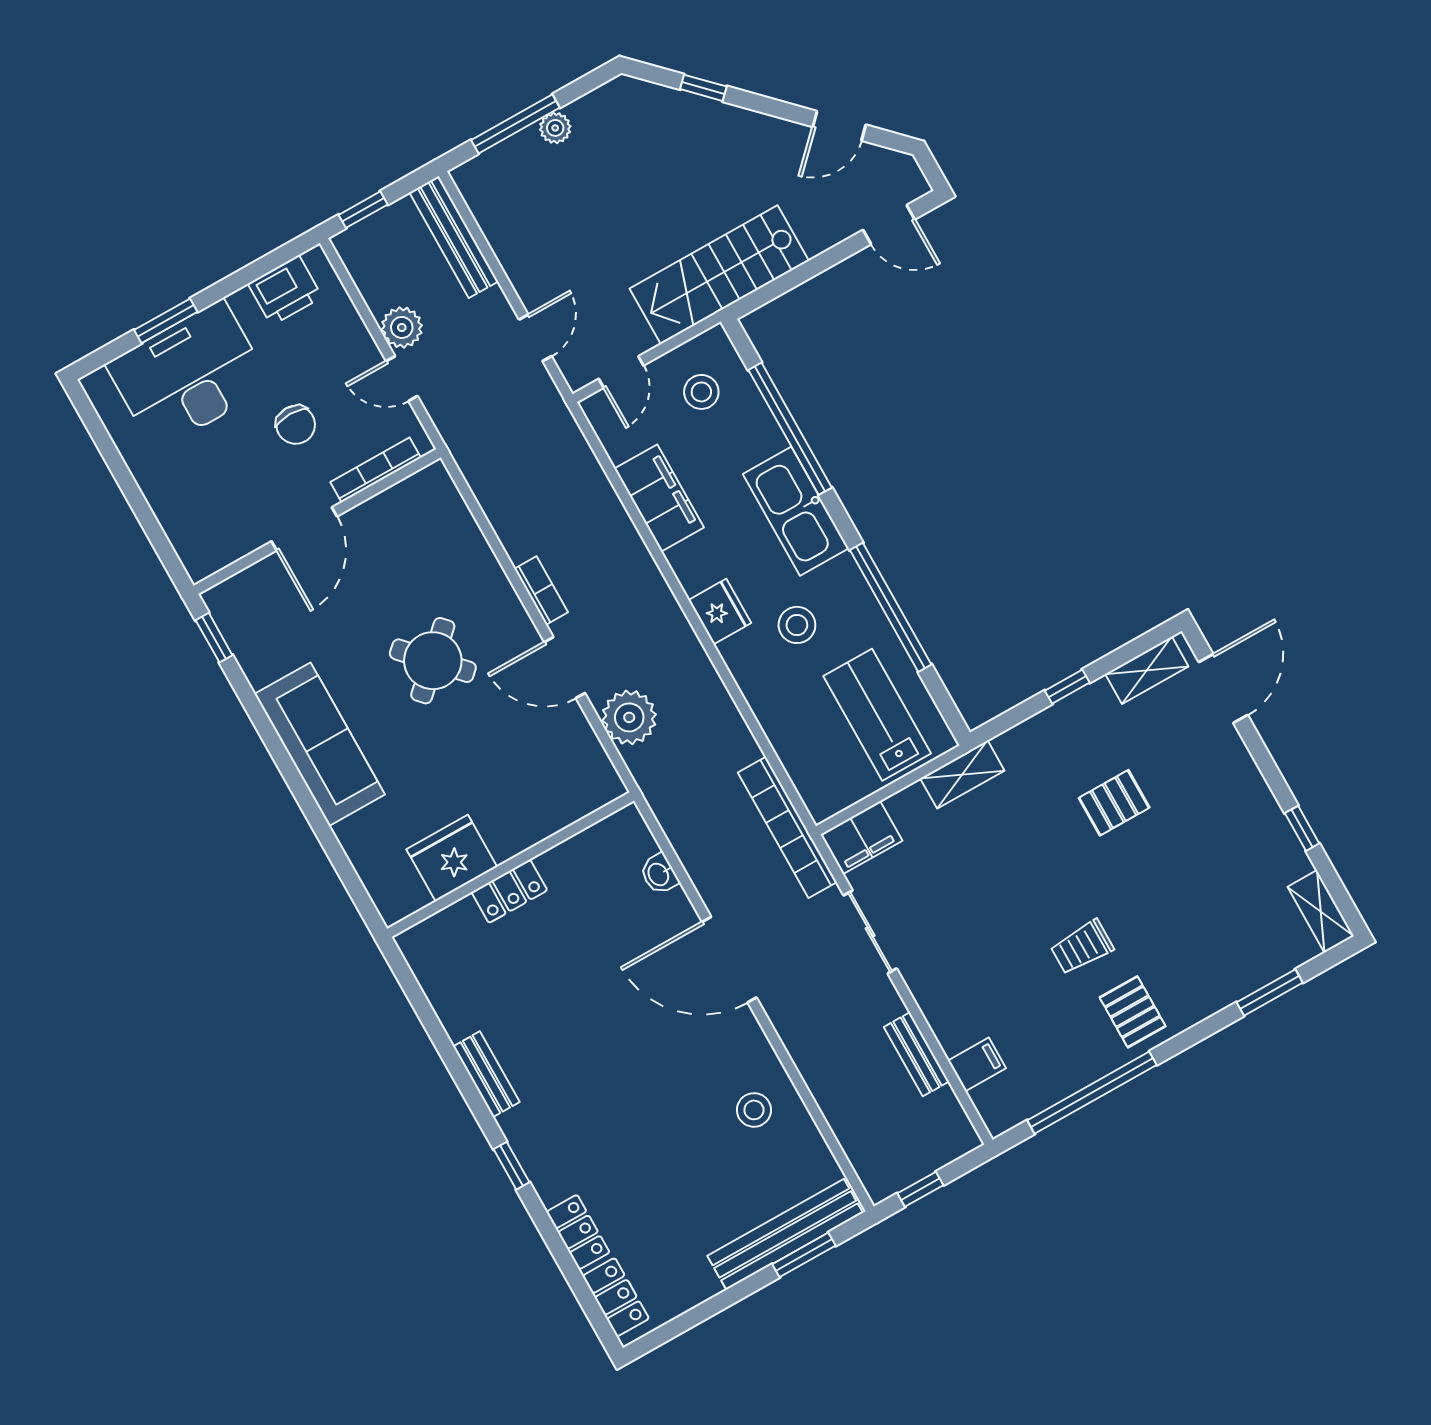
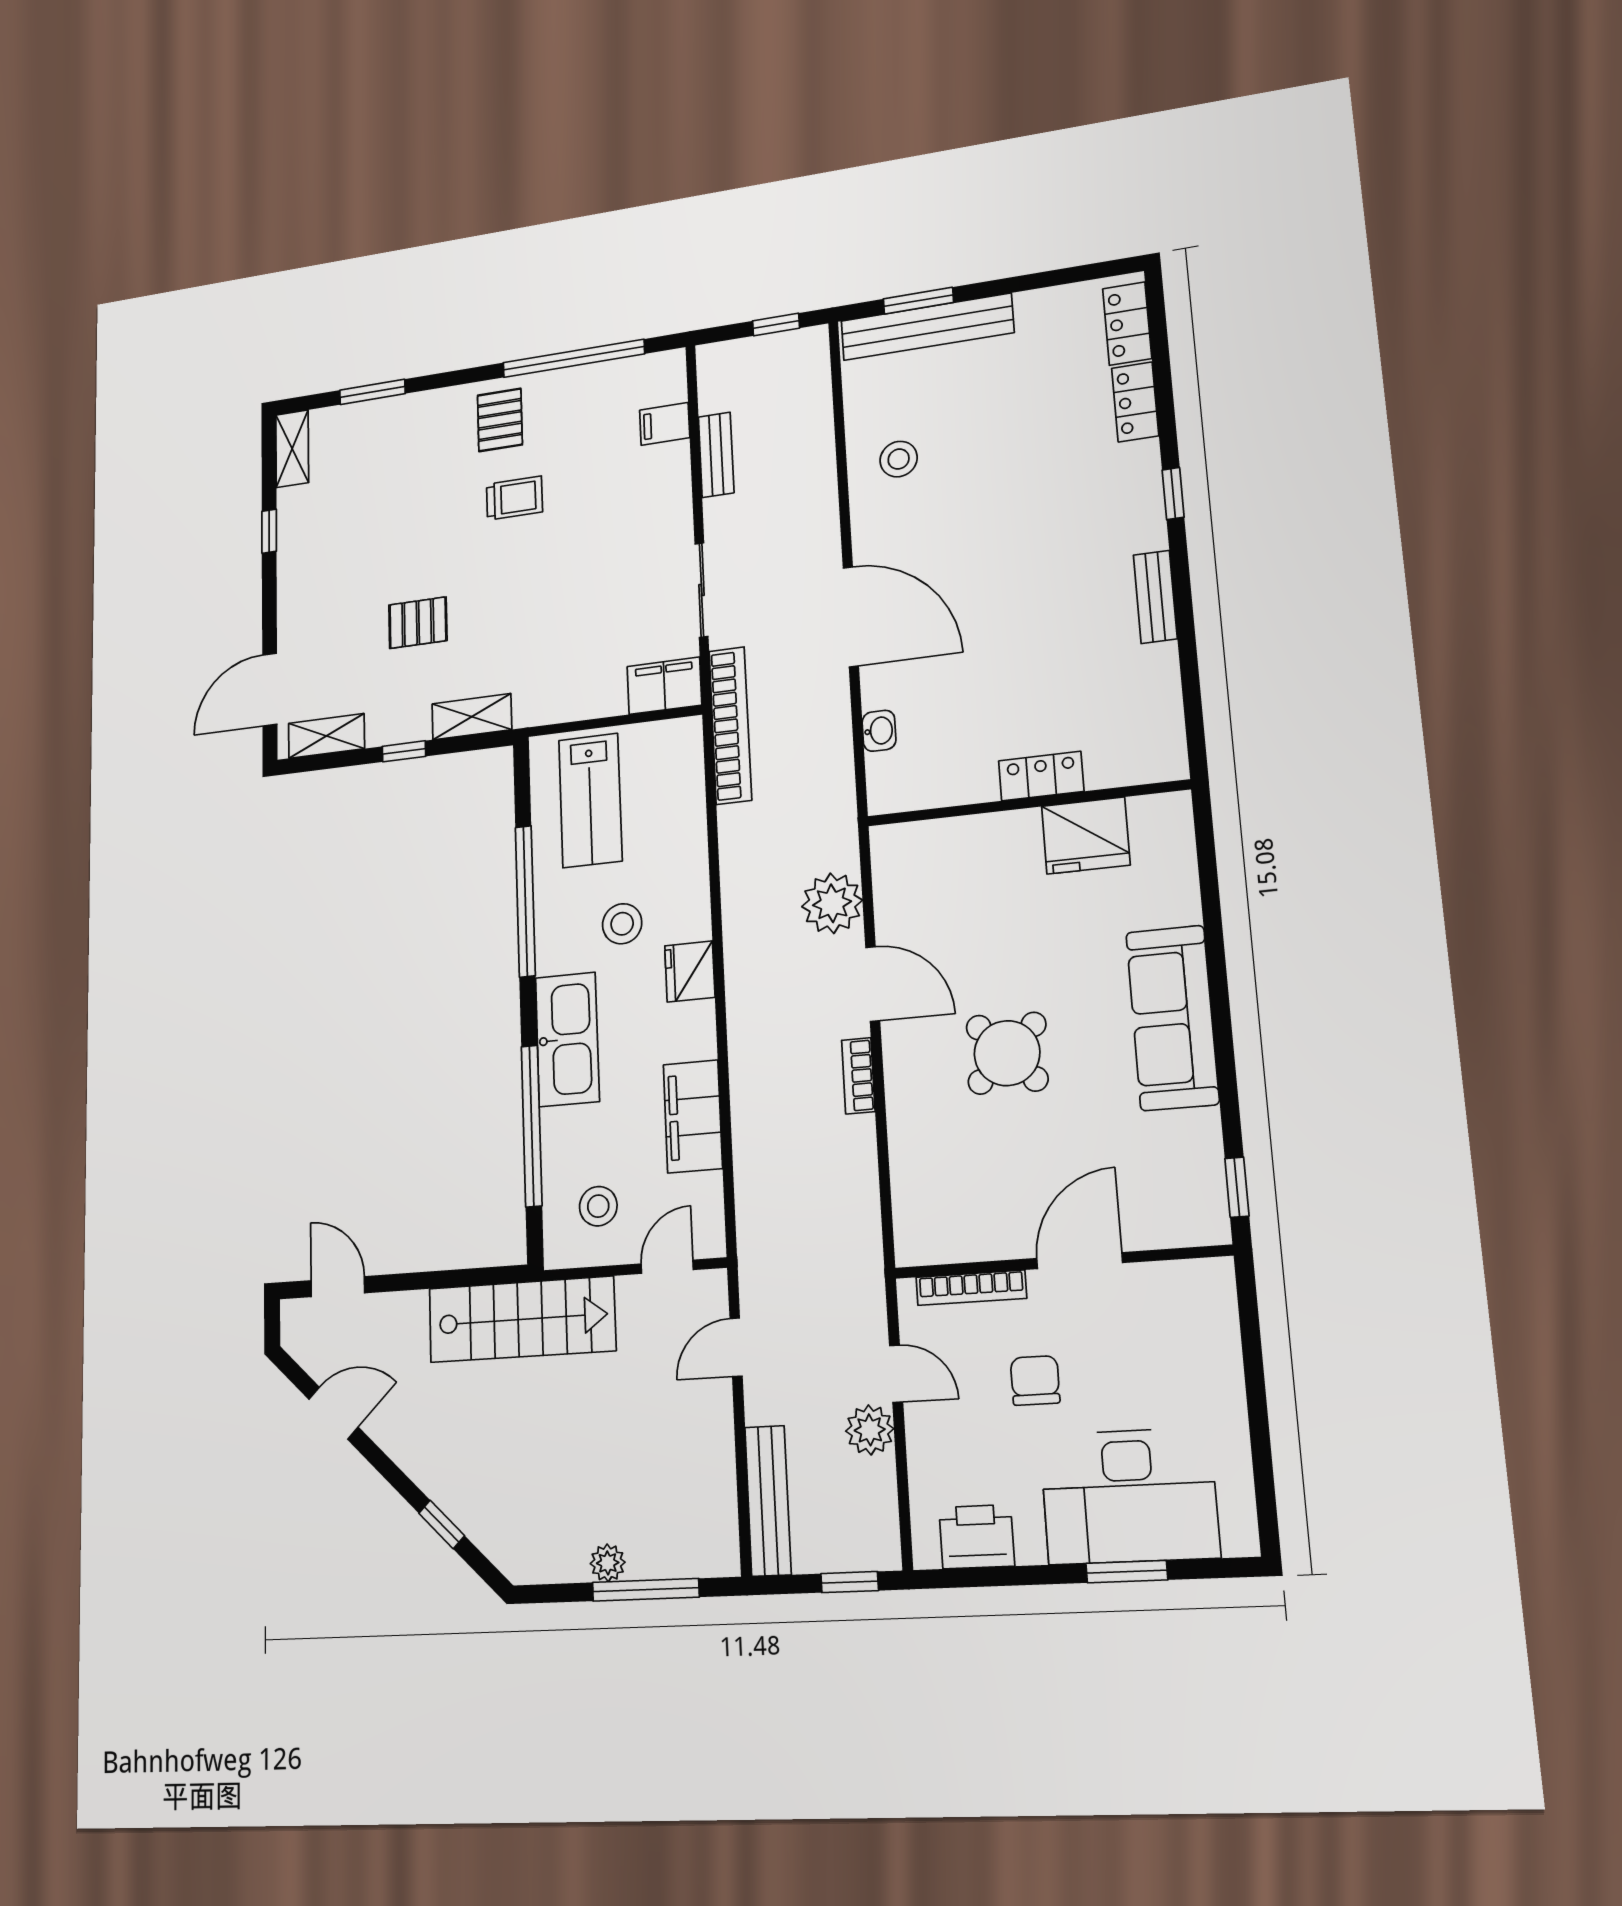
shelving: (962, 774) -> (472, 717), moved

